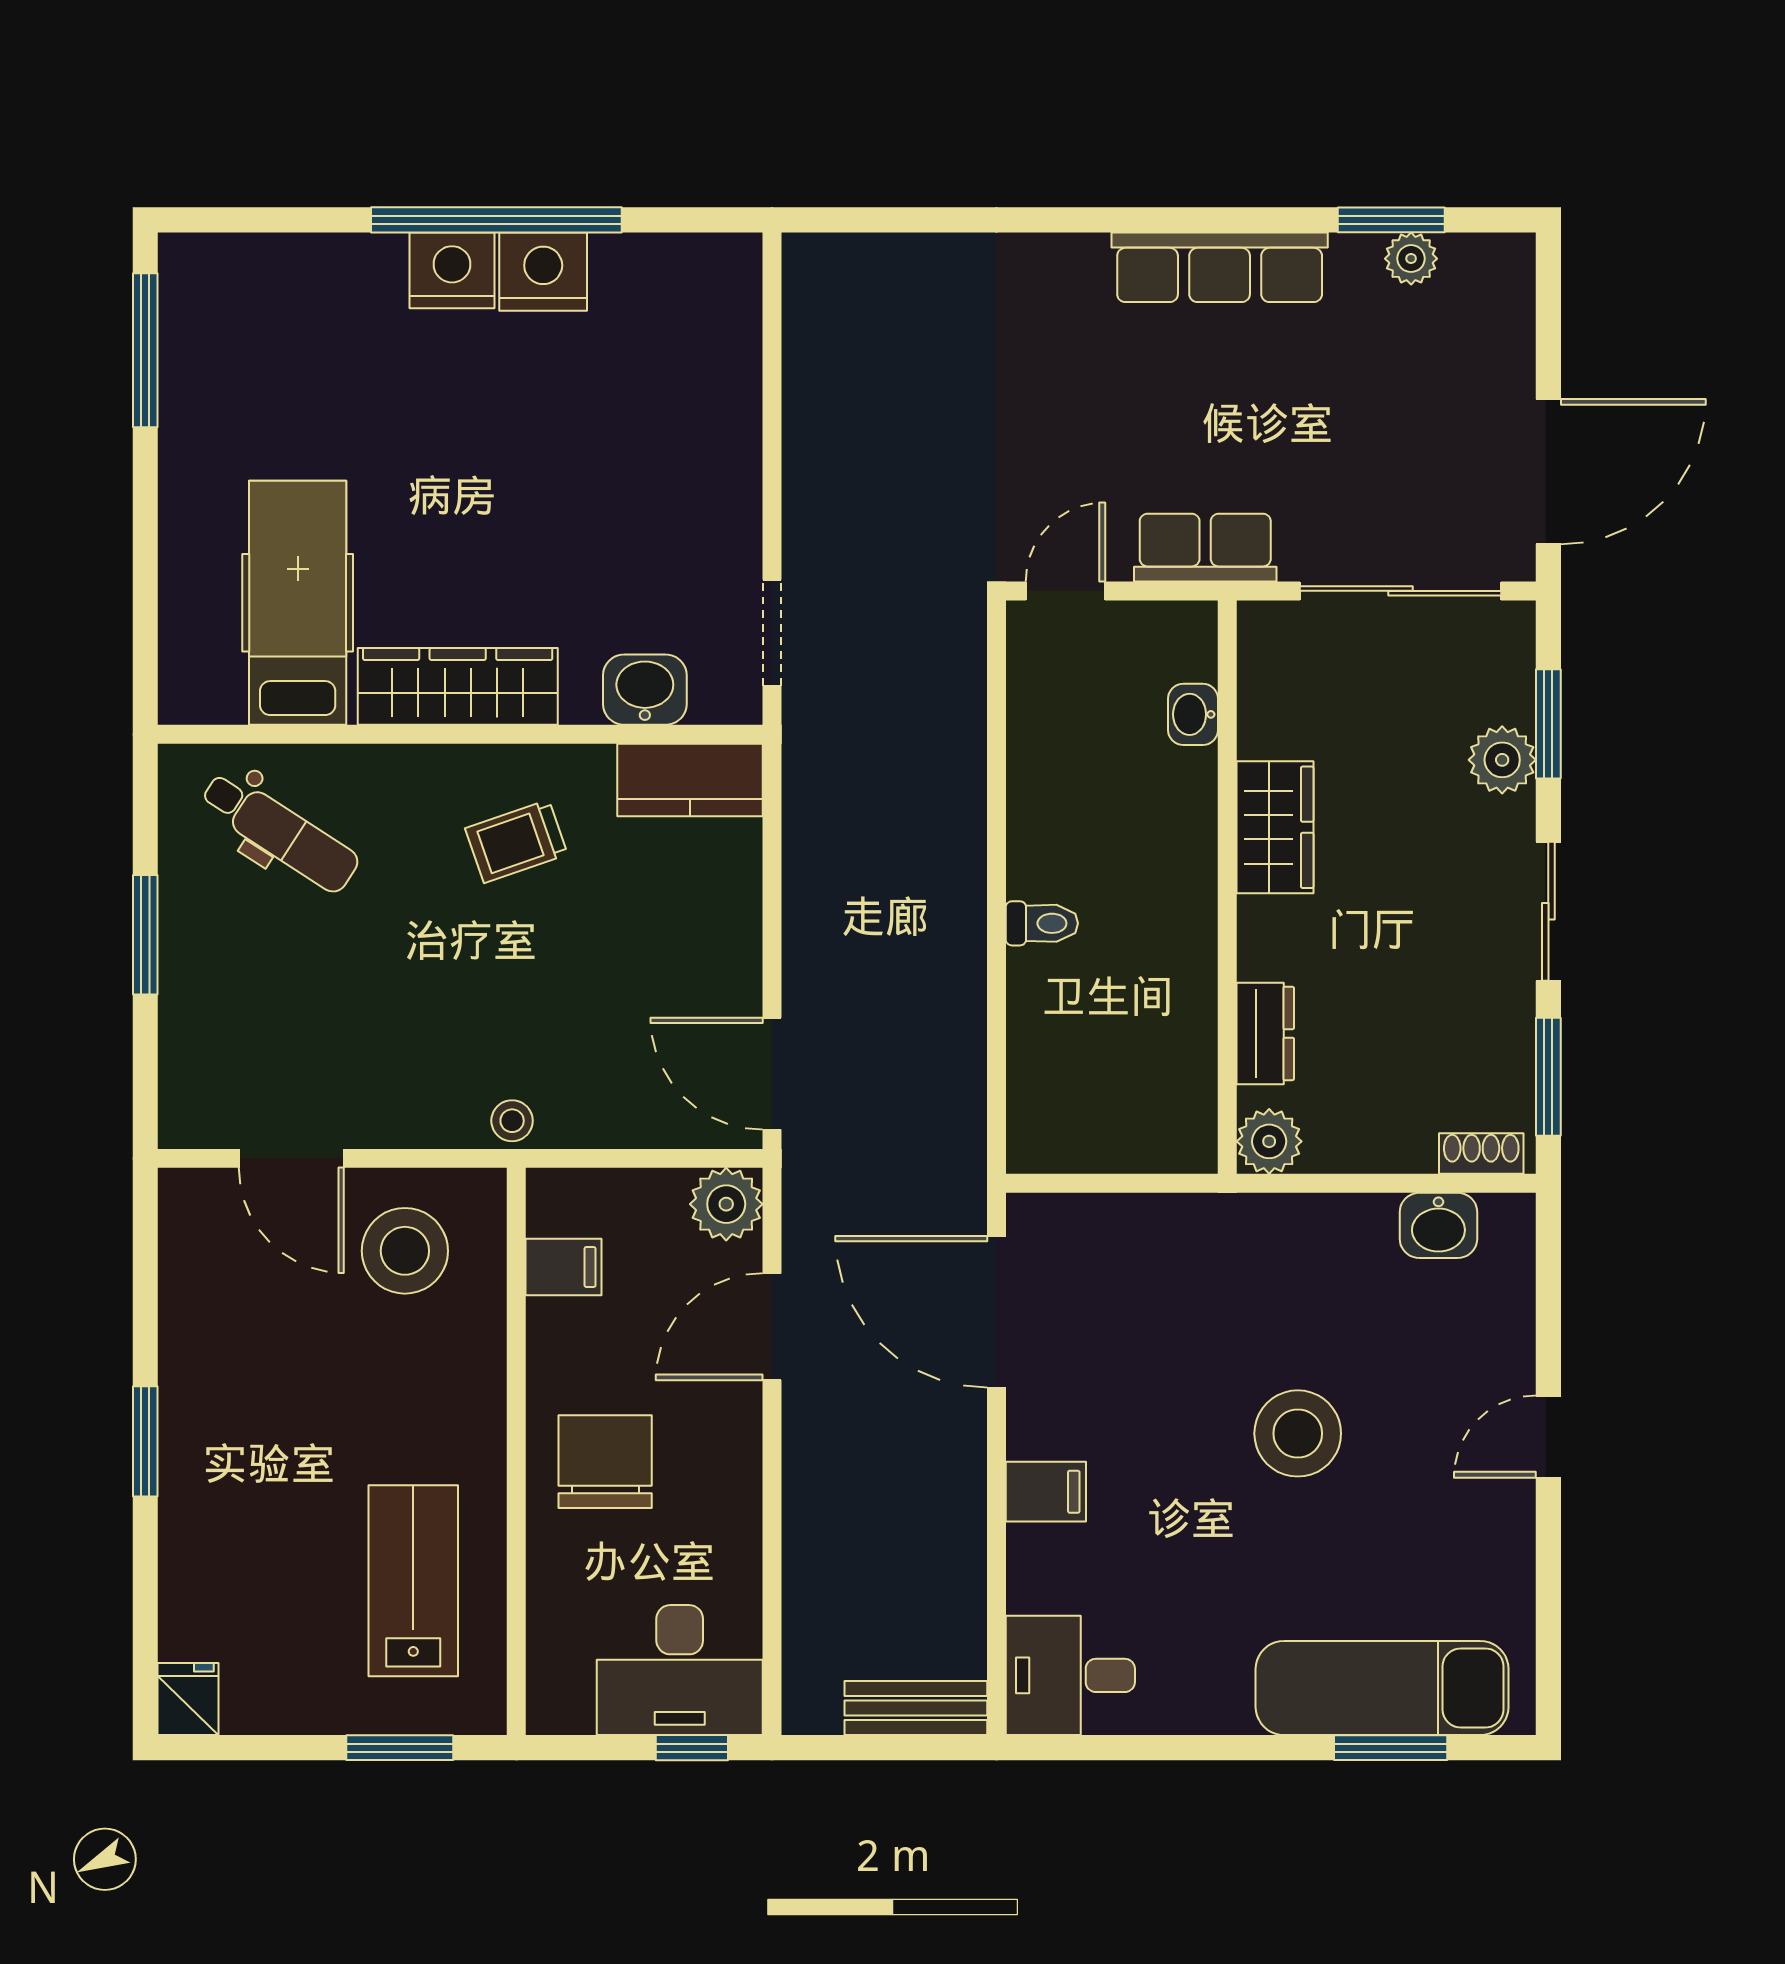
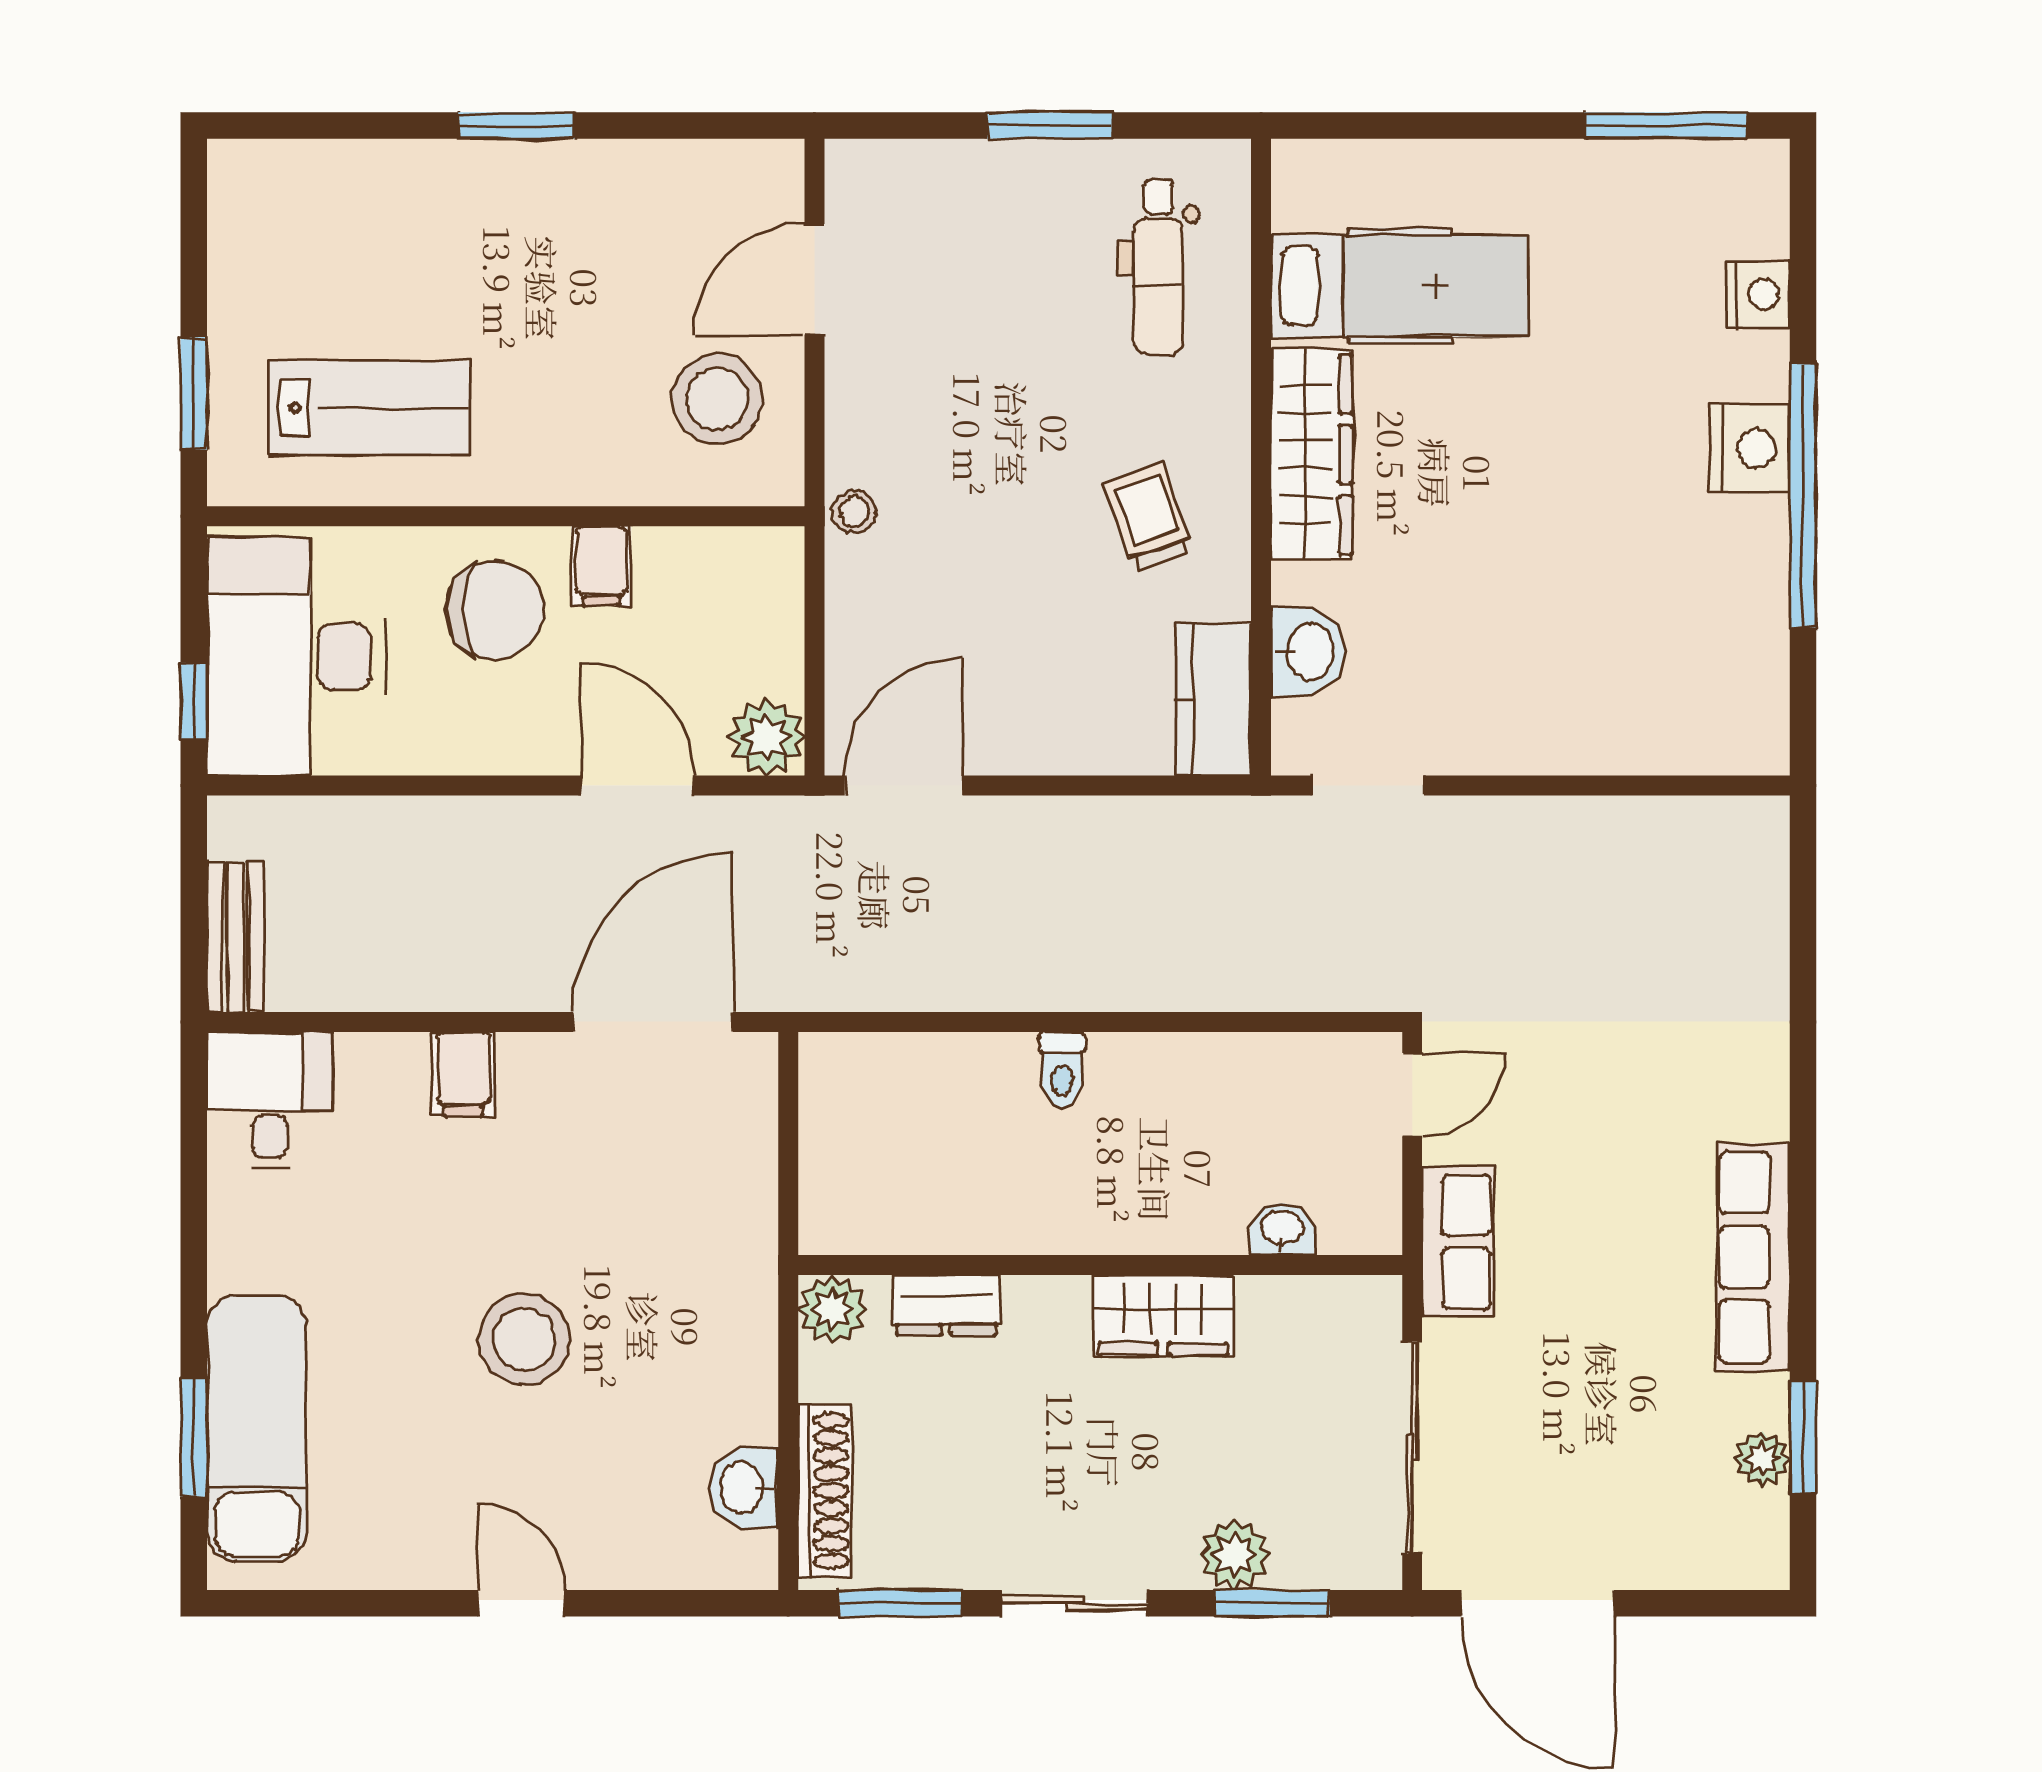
nightstand: (543, 272) -> (1759, 294), moved, width x0.74, depth x0.75
door: (1065, 591) -> (1412, 1095), hinge flipped
dental chair: (280, 832) -> (1158, 267), turned -33
shoe rack: (1481, 1154) -> (825, 1491), width x1.94, depth x1.24
filing cabinet: (564, 1267) -> (601, 566), moved
desk: (680, 1670) -> (296, 657), width x1.36, depth x1.30
fridge: (188, 1699) -> (245, 170), removed

